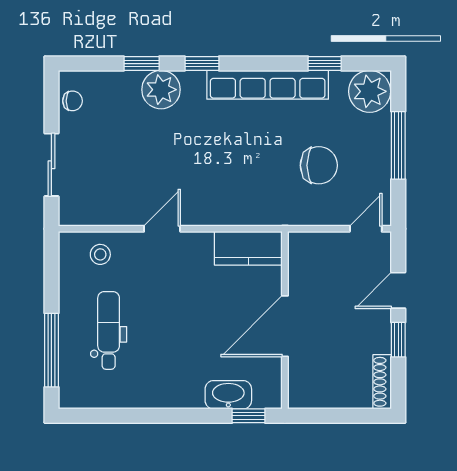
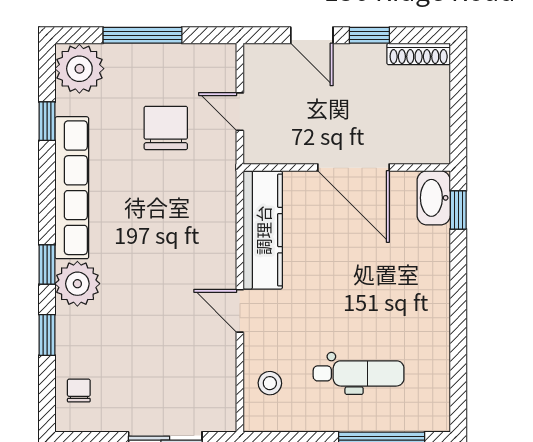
plant: (161, 90) -> (77, 284), moved
chair: (73, 101) -> (79, 391), moved
door: (366, 229) -> (240, 112), moved
kitchen counter: (248, 248) -> (263, 230), width x1.50
dental chair: (109, 330) -> (359, 373), turned 180
washbasin: (228, 395) -> (434, 198), moved

